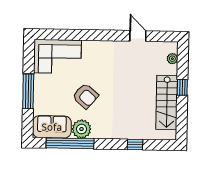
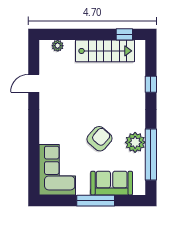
window: (182, 87) -> (124, 34), moved
sofa: (52, 127) -> (112, 183), moved, turned 90

